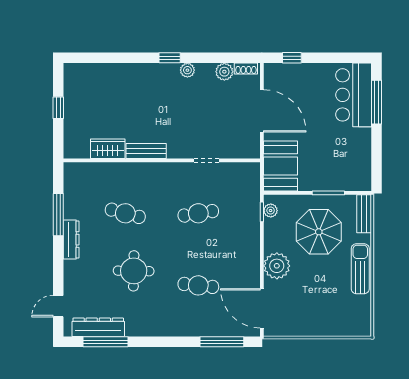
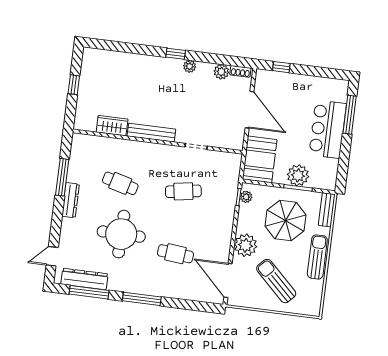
bar counter: (354, 95) -> (328, 129), moved
bench: (146, 151) -> (151, 133), width x1.36
plant: (326, 179) -> (298, 175), added
round table: (134, 271) -> (121, 234), width x1.36, depth x1.36
sun lounger: (317, 302) -> (276, 281), added
window: (222, 342) -> (142, 299), moved

